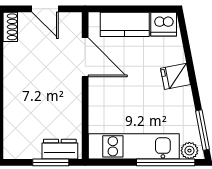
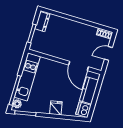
door: (85, 57) -> (79, 66), hinge flipped
dresser: (60, 149) -> (42, 22), moved

